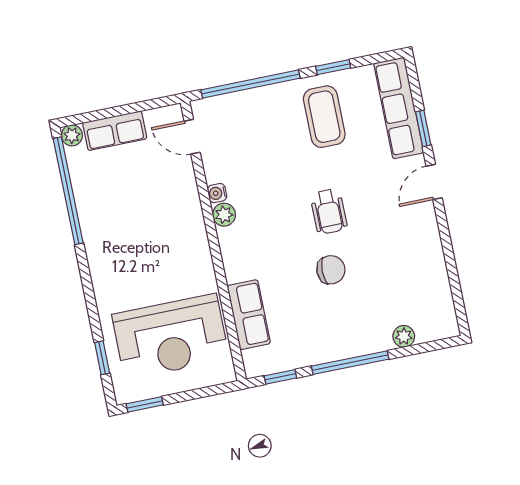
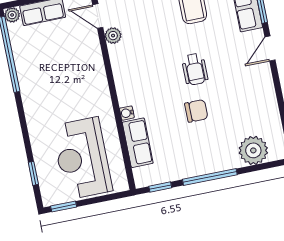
water cooler: (217, 193) -> (127, 113), moved
plant: (224, 215) -> (113, 36), moved
plant: (404, 336) -> (253, 150), width x1.88, depth x1.88
reception desk: (171, 337) -> (82, 158), turned 90

